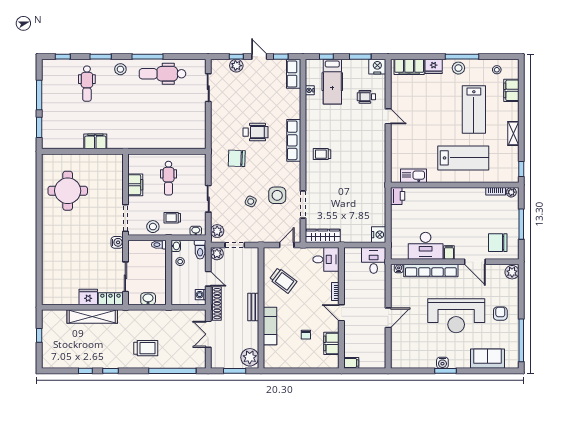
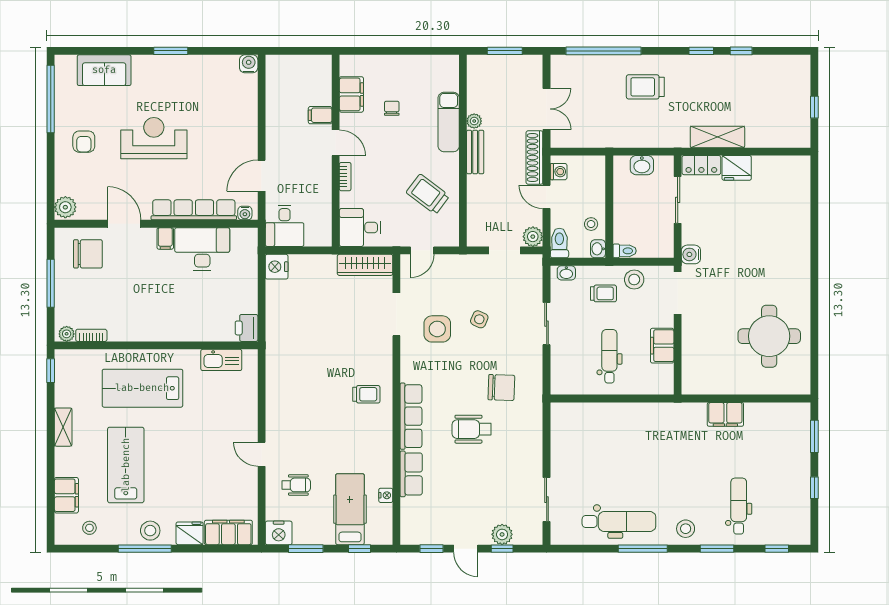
row of seats: (294, 74) -> (411, 474), moved
window: (39, 95) -> (814, 488), width x0.46
plant: (217, 231) -> (532, 272), removed
reception desk: (456, 316) -> (154, 138), width x0.74, depth x0.77
shelving: (92, 317) -> (717, 137), width x0.68
door: (388, 318) -> (262, 176), moved
plant: (250, 357) -> (474, 121), moved, width x0.53, depth x0.53
filing cabinet: (351, 363) -> (320, 115), moved
water cooler: (442, 363) -> (249, 64), moved

